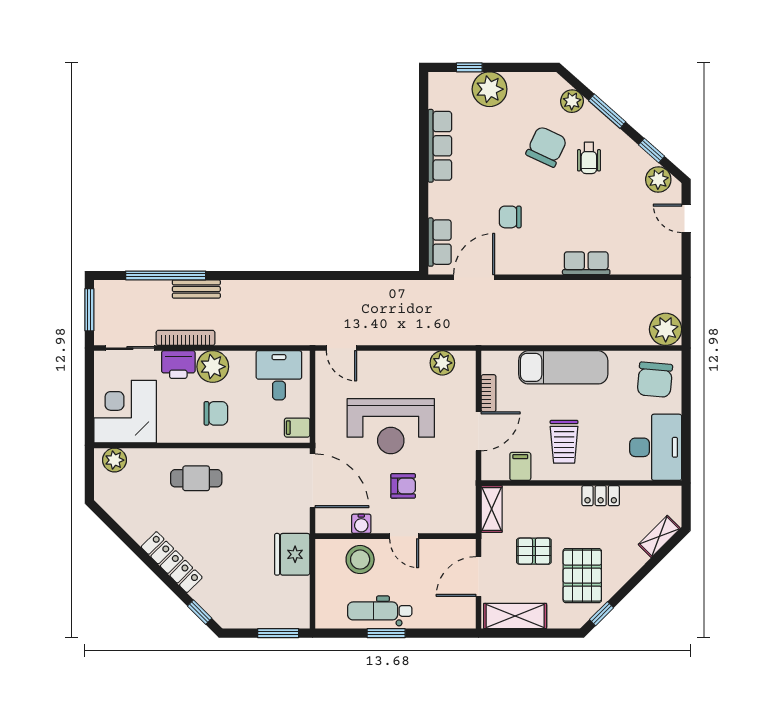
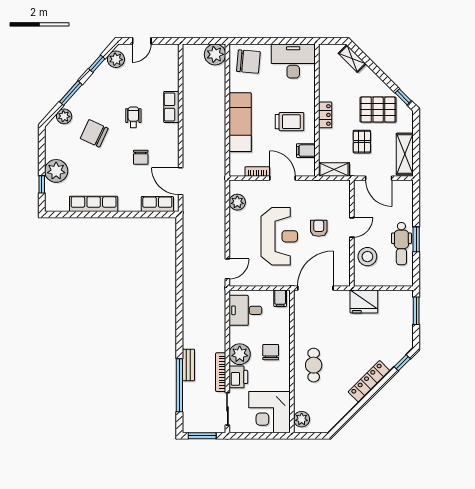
wheelchair: (589, 158) -> (133, 117), moved, turned -90
locker: (601, 496) -> (325, 115), moved
water cooler: (361, 524) -> (344, 256), removed

